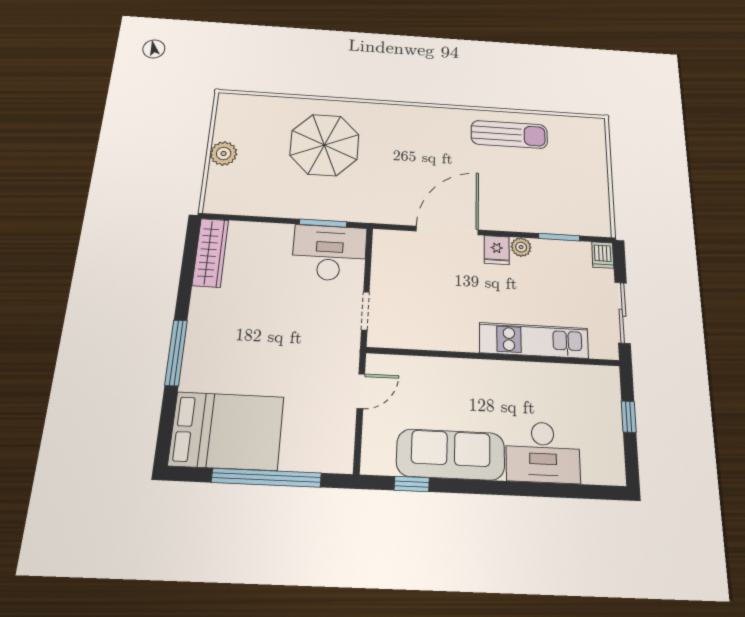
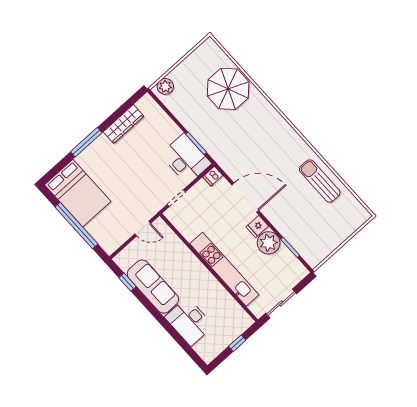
sun lounger: (509, 134) -> (320, 181), turned 180
parasol: (324, 145) -> (228, 89), moved
plant: (224, 153) -> (165, 86), moved
plant: (521, 247) -> (269, 243), width x1.87, depth x1.87
wardrobe: (210, 253) -> (123, 124), moved
dishwasher: (603, 255) -> (213, 176), moved
kitchen unit: (534, 340) -> (224, 269), width x1.36

